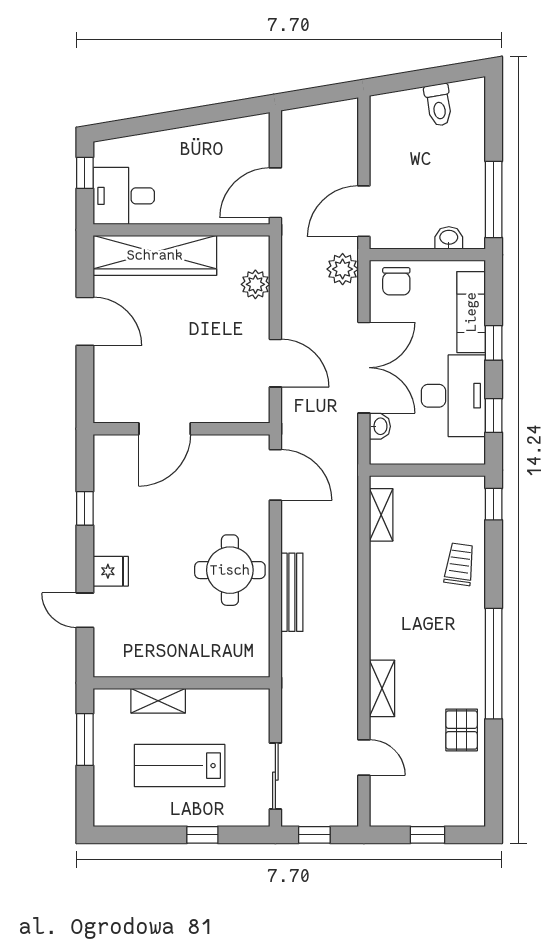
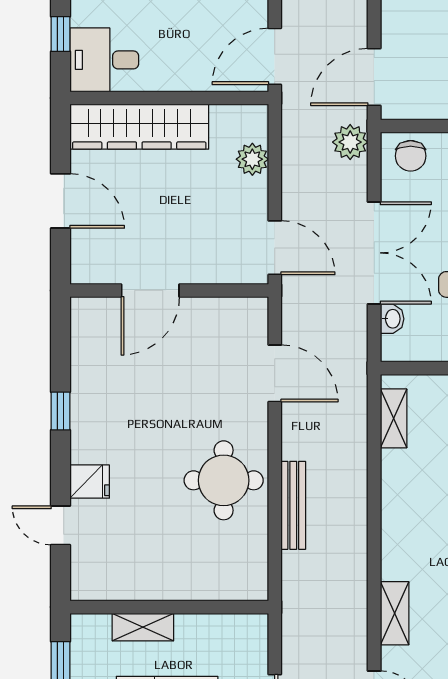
door: (165, 429) -> (150, 290), moved
wall: (181, 429) -> (169, 290), moved

